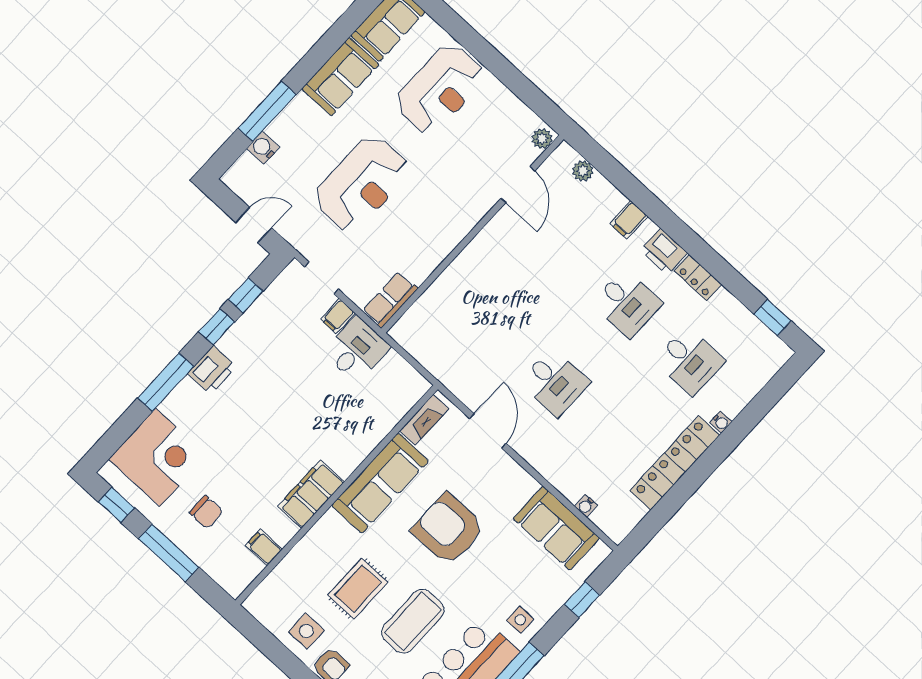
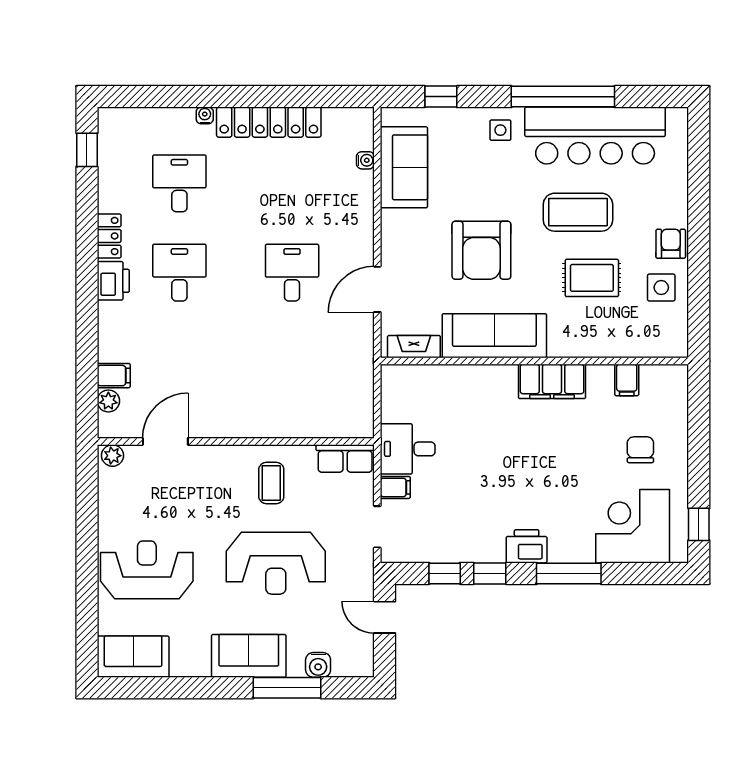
sofa: (340, 77) -> (249, 656), moved
reception desk: (361, 184) -> (276, 563), turned 180
filing cabinet: (629, 220) -> (114, 376), moved
coffee table: (421, 232) -> (271, 483), added
window: (169, 553) -> (699, 450), removed

